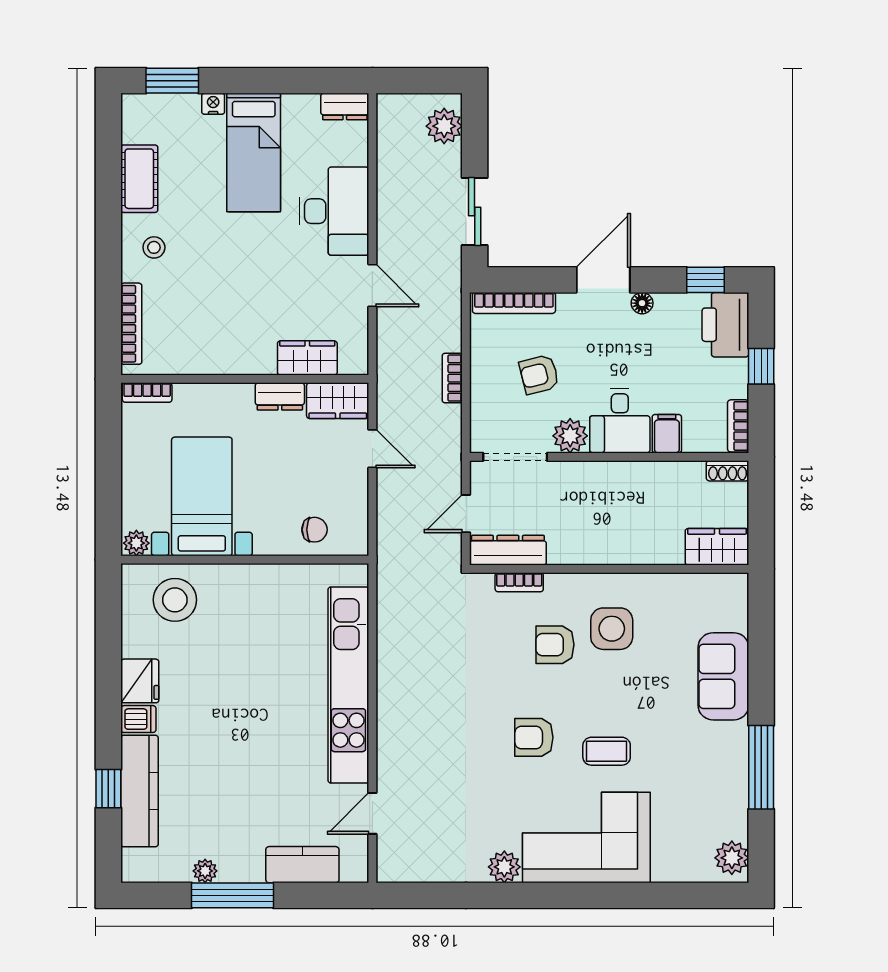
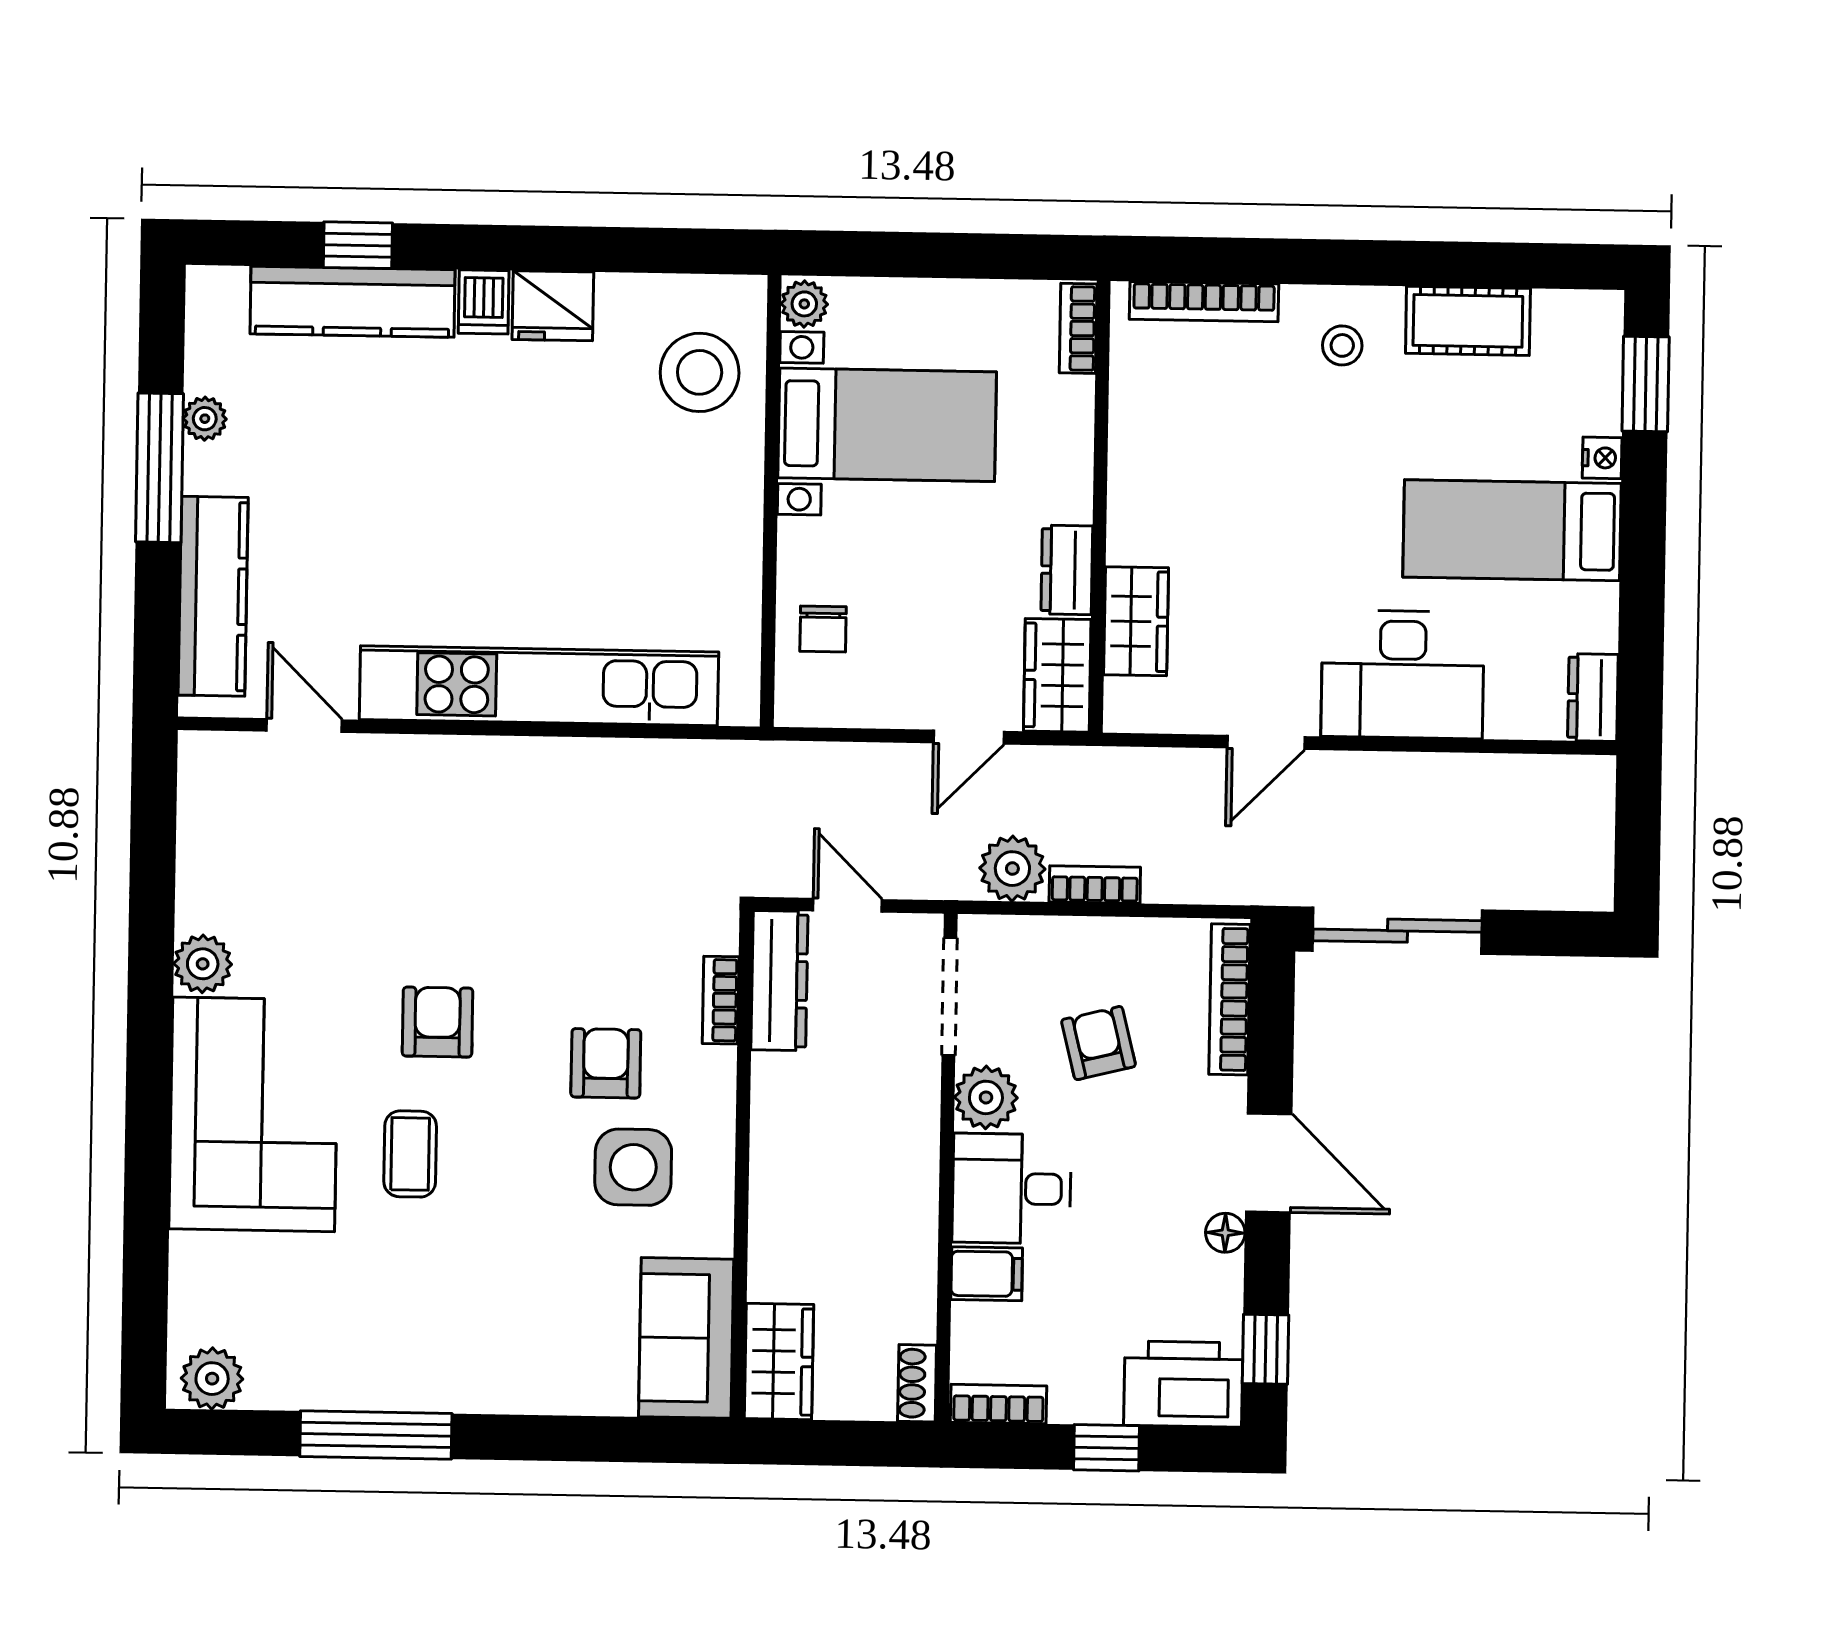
plant: (444, 126) -> (1012, 869), moved
sliding door: (475, 212) -> (1397, 931), width x1.37
sofa: (723, 676) -> (686, 1338), moved, turned -90
kitchen counter: (302, 865) -> (213, 596), width x1.50

